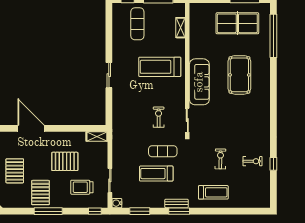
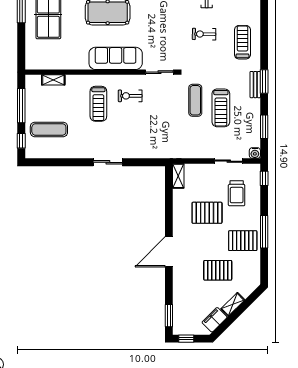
treadmill: (160, 67) -> (98, 104), width x0.73, depth x0.73
exercise bike: (159, 117) -> (130, 96), moved
pallet: (65, 161) -> (207, 213), turned 90

